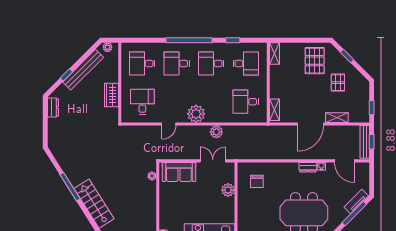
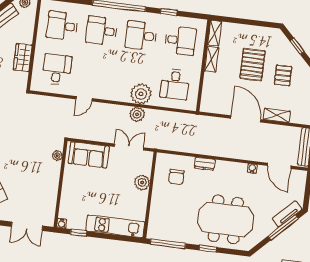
pallet: (315, 61) -> (252, 65), moved
desk: (246, 102) -> (175, 84), turned -90
shelving: (275, 110) -> (211, 59), moved
plant: (196, 114) -> (141, 94), moved
door: (311, 124) -> (246, 119), swing flipped
dresser: (308, 167) -> (205, 164), moved

